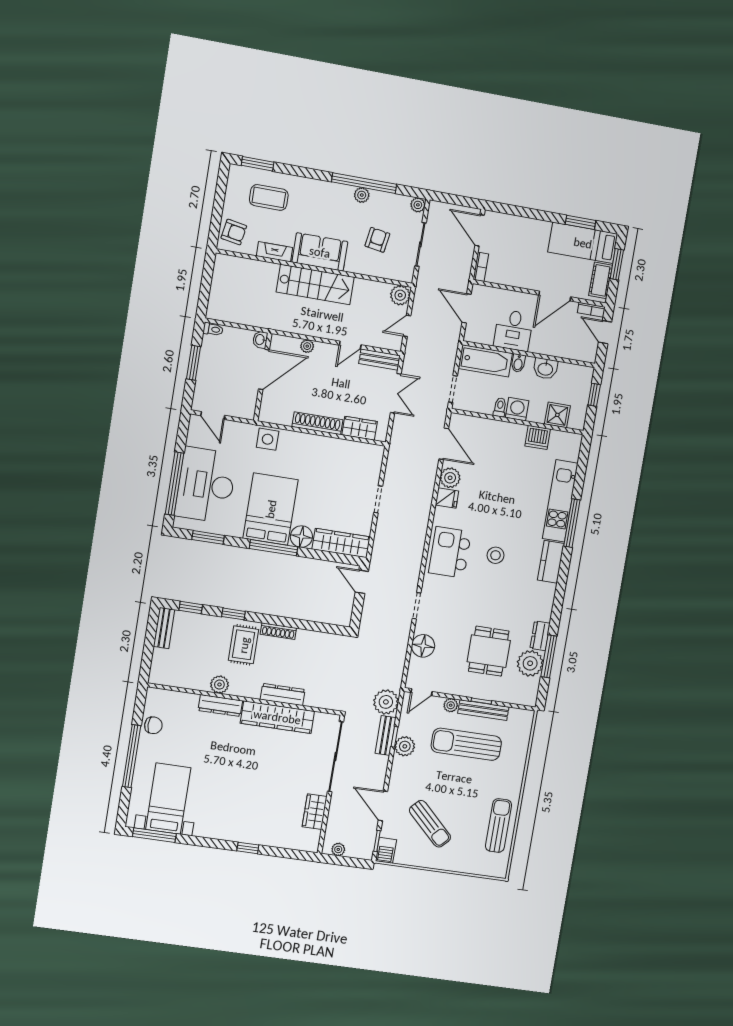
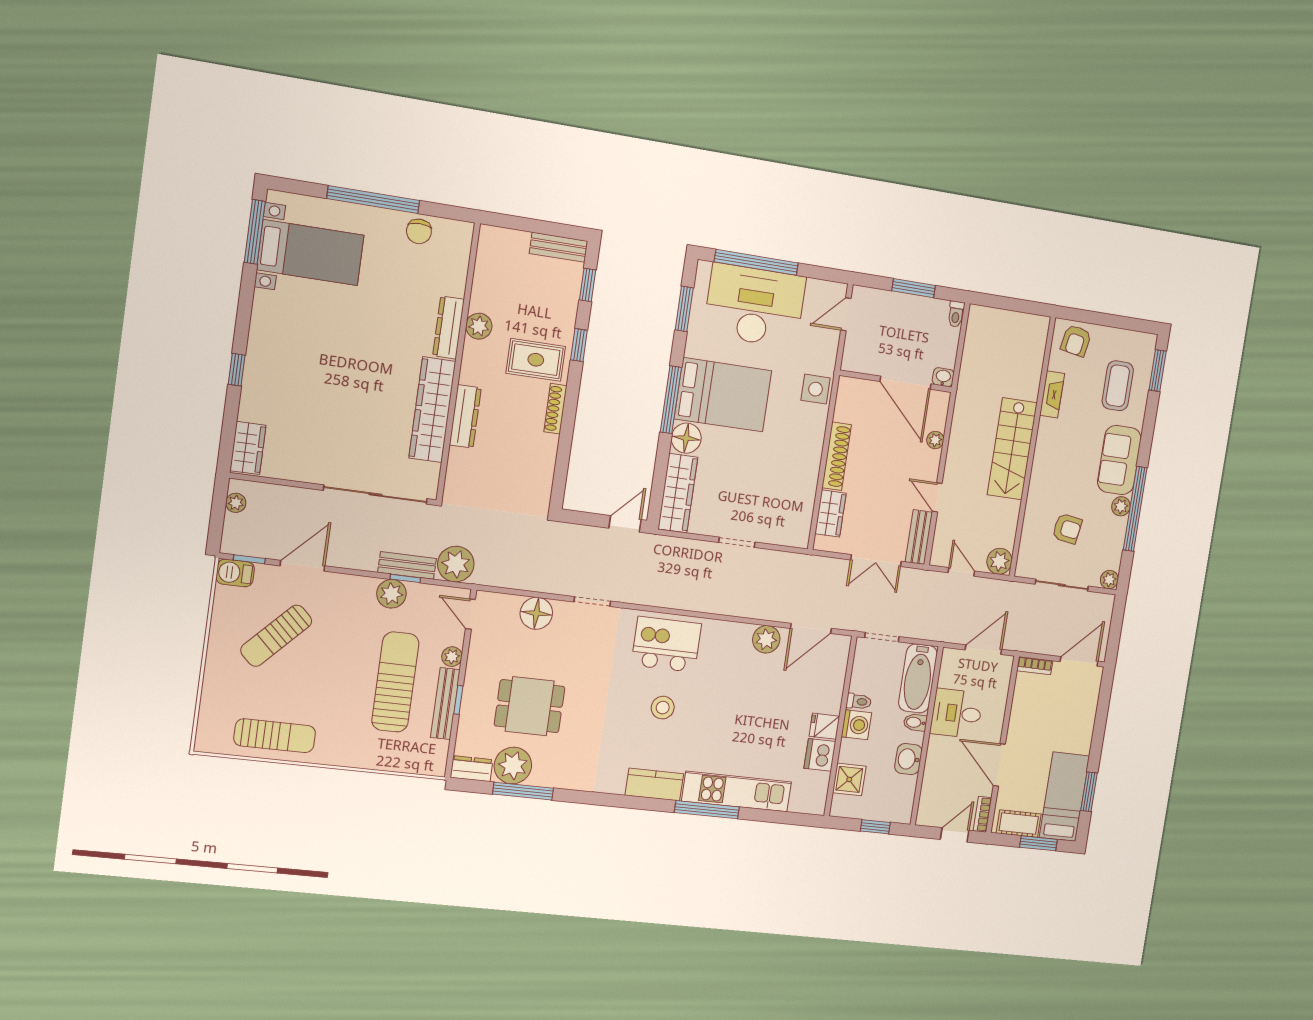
sofa: (320, 252) -> (1119, 460), moved, turned 180
fridge: (447, 498) -> (824, 726), moved, turned 90
dresser: (540, 636) -> (472, 769), moved
wardrobe: (315, 812) -> (248, 448), moved, turned 90

